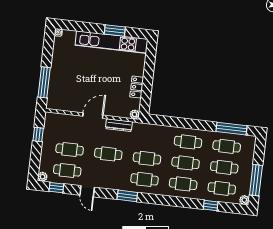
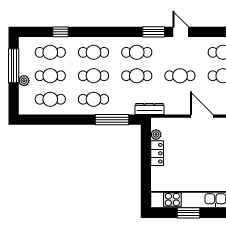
plant: (135, 114) -> (156, 135), moved
door: (93, 116) -> (202, 116), swing flipped
dresser: (119, 125) -> (149, 109), moved
window: (232, 129) -> (112, 120), moved
door: (87, 191) -> (181, 32), moved
plant: (244, 200) -> (24, 81), moved

